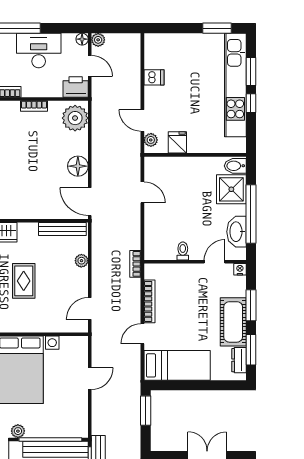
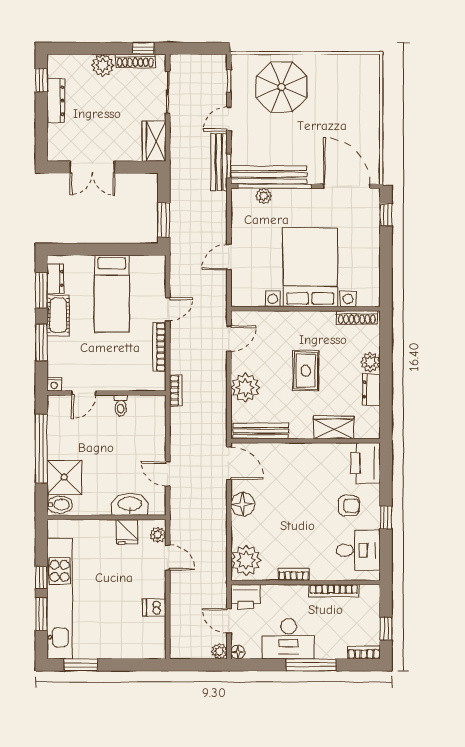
washbasin: (237, 232) -> (130, 504), moved, turned -90
plant: (81, 261) -> (245, 388), width x1.88, depth x1.88
cot: (233, 322) -> (58, 315), width x0.73, depth x0.75
bed: (177, 365) -> (112, 294), moved, turned -90
plant: (18, 431) -> (264, 196), moved

